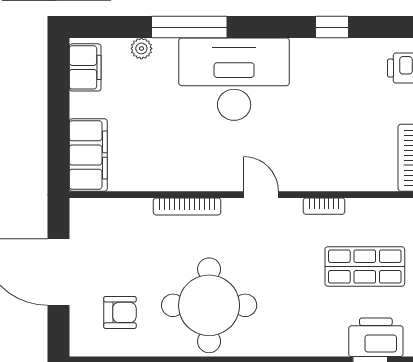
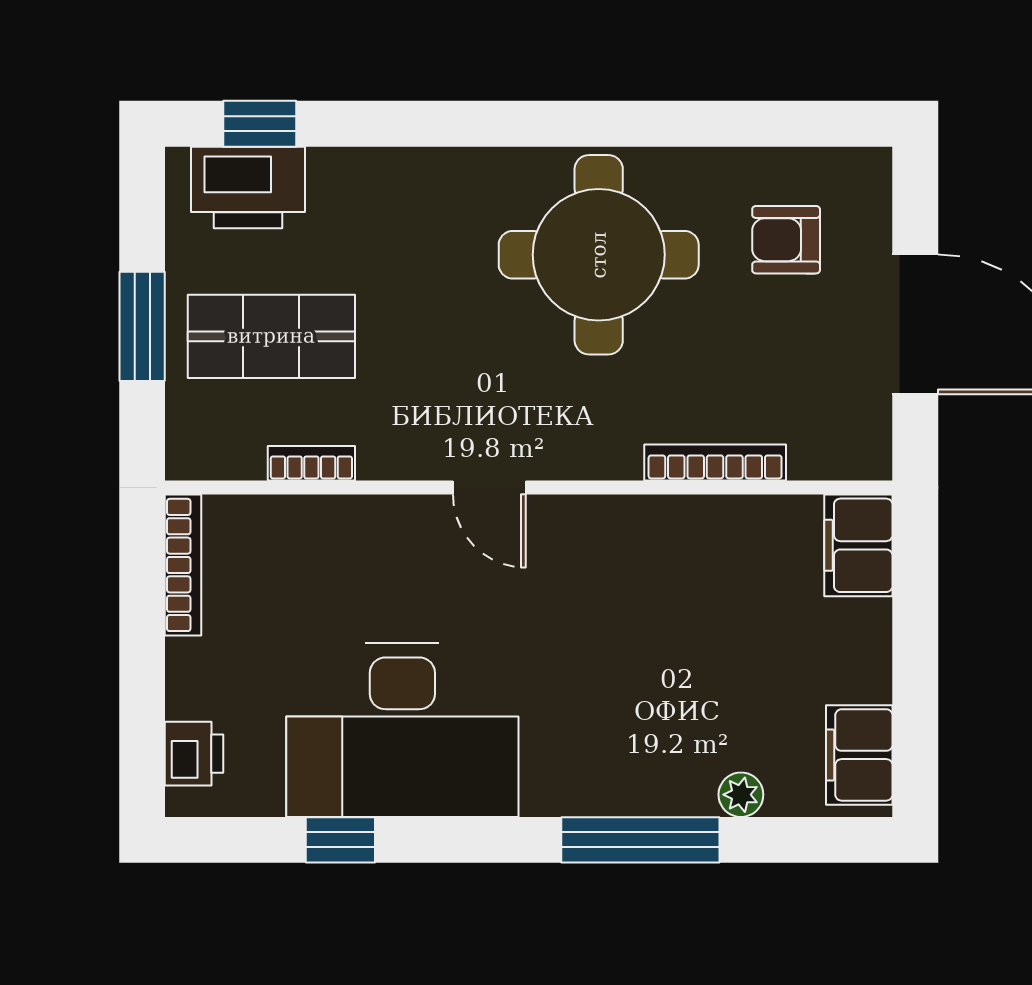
desk: (234, 79) -> (402, 730), moved
filing cabinet: (88, 155) -> (858, 545), width x0.67, depth x0.86
bookcase: (187, 206) -> (715, 463), moved
bookcase: (324, 206) -> (311, 463), moved

